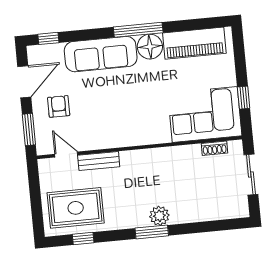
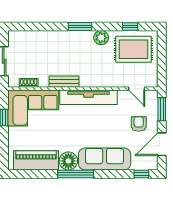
armchair: (59, 106) -> (139, 124), turned 180
tv unit: (131, 136) -> (88, 97), added
bench: (99, 161) -> (64, 82), moved
plant: (159, 216) -> (101, 38), moved

